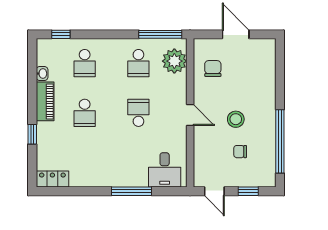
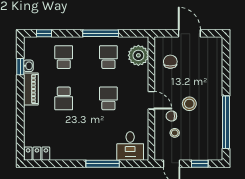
window: (160, 34) -> (101, 33), moved
school desk: (85, 63) -> (64, 57), turned 180
school desk: (138, 63) -> (108, 57), turned 180
window: (32, 134) -> (20, 67), moved
chair: (240, 152) -> (171, 116), moved
stool: (218, 154) -> (175, 133), added

